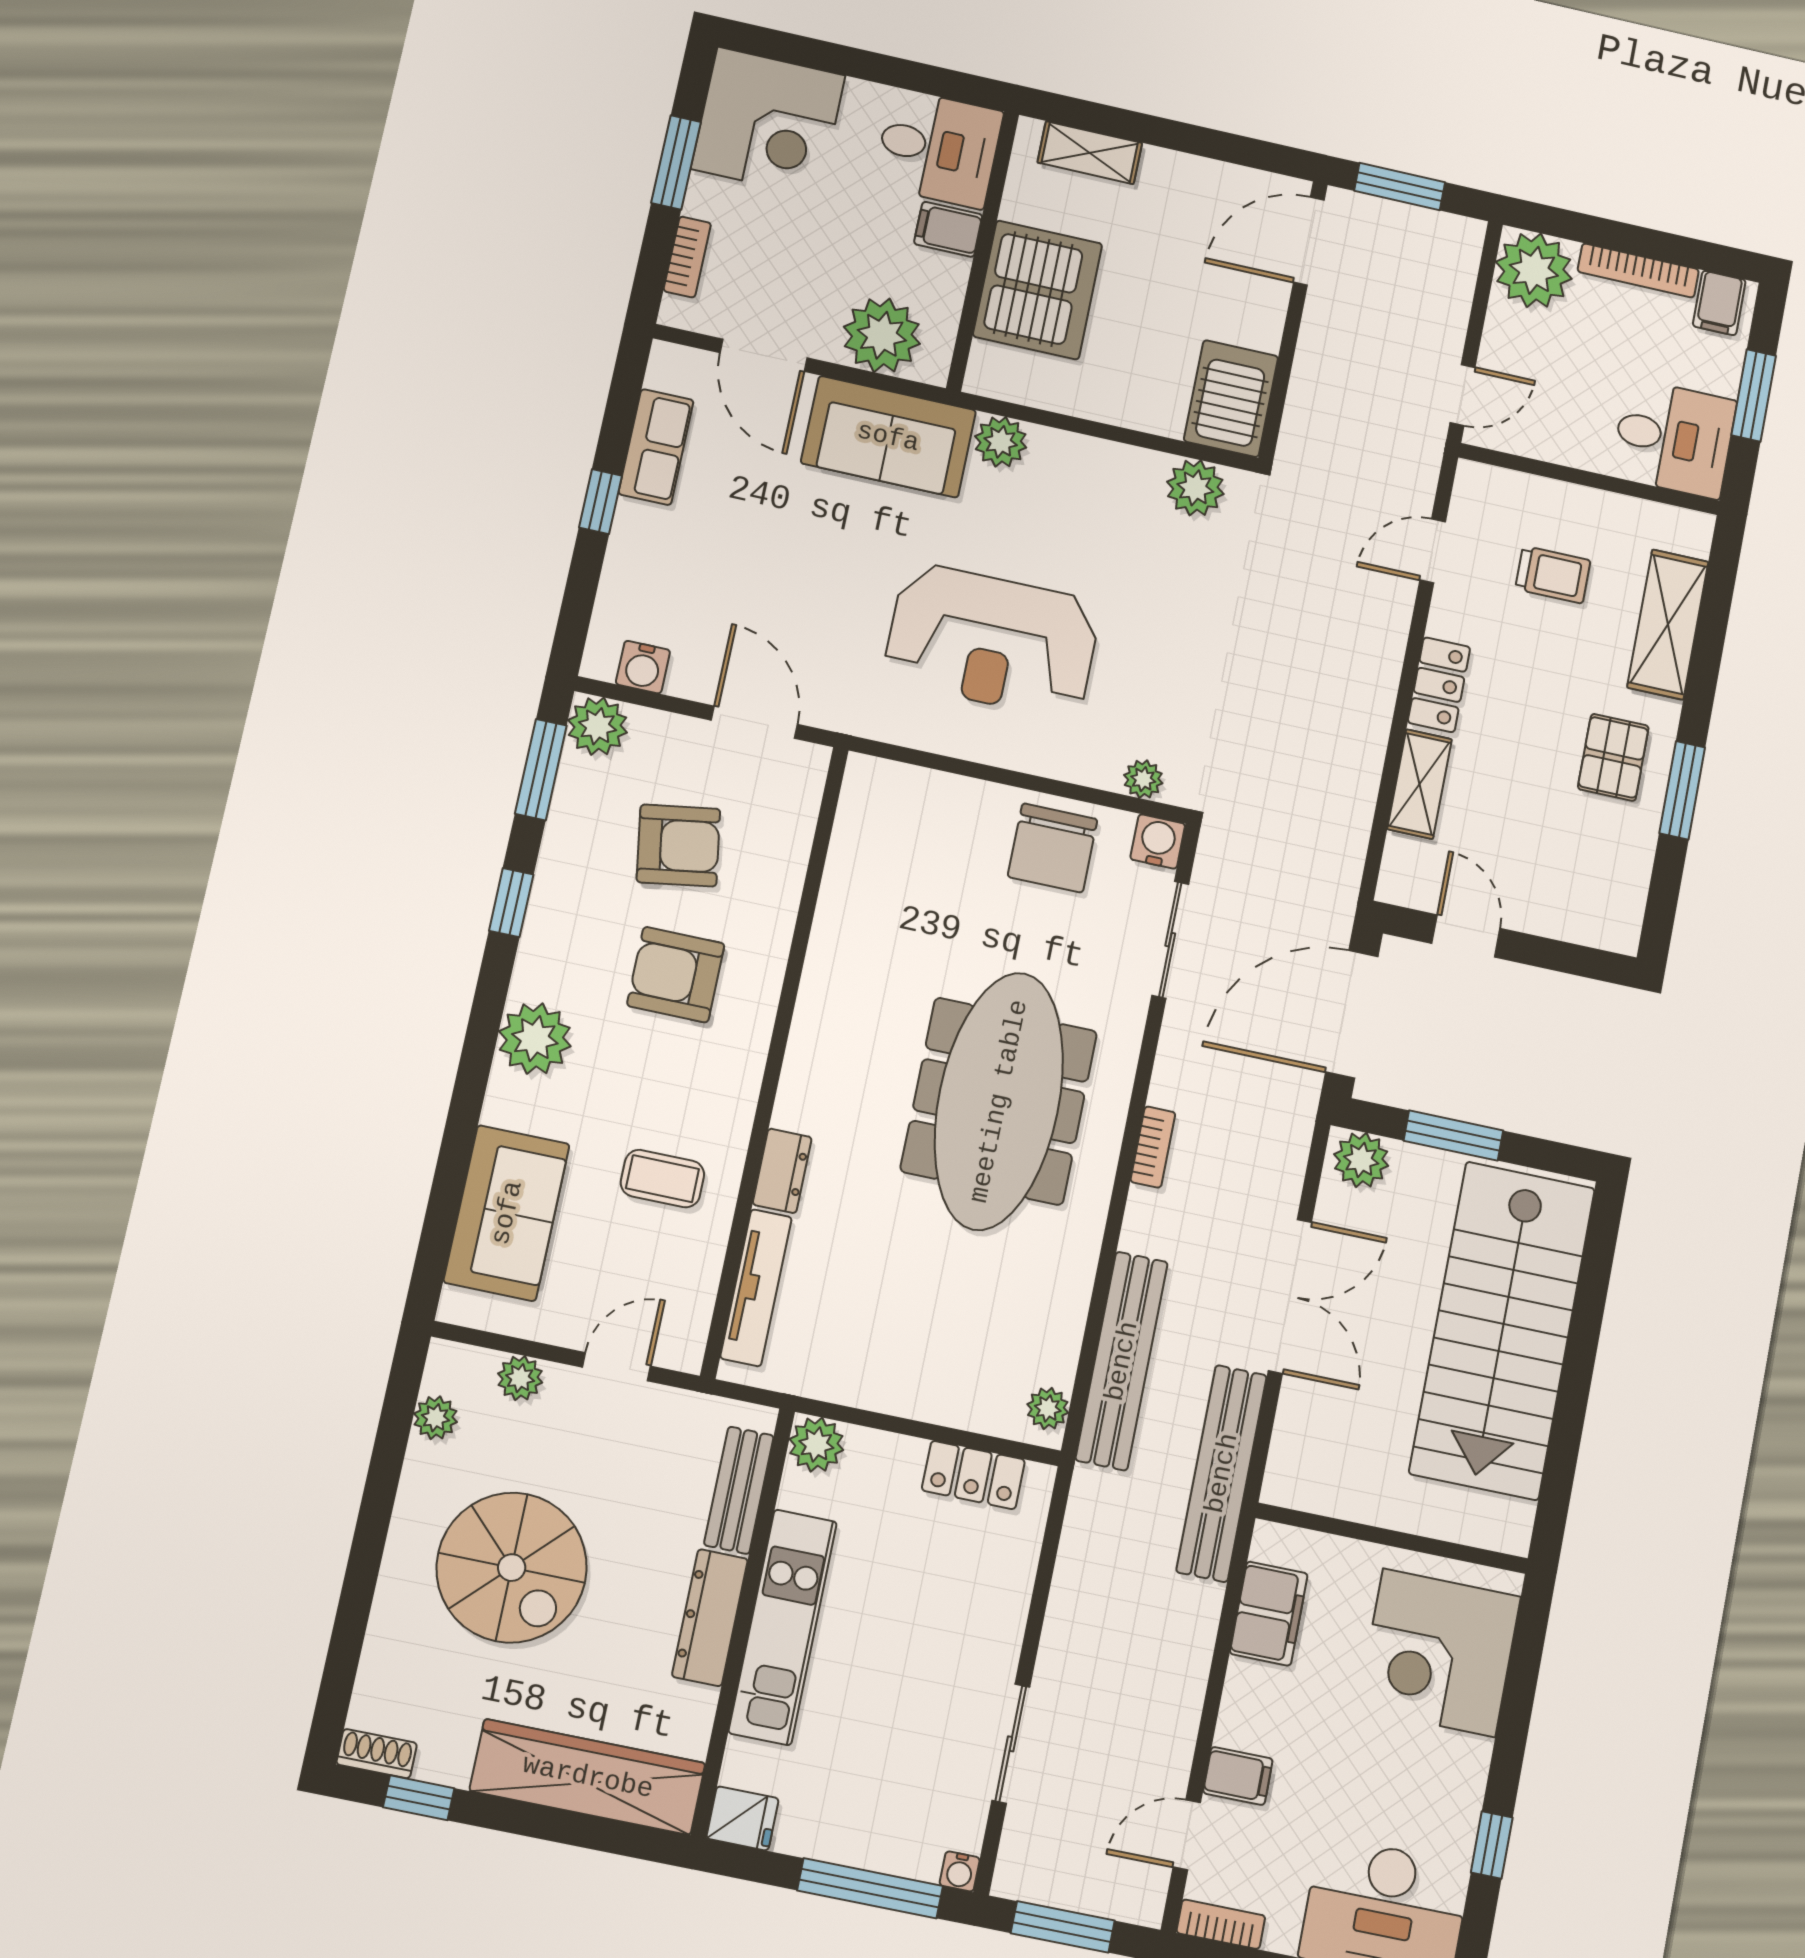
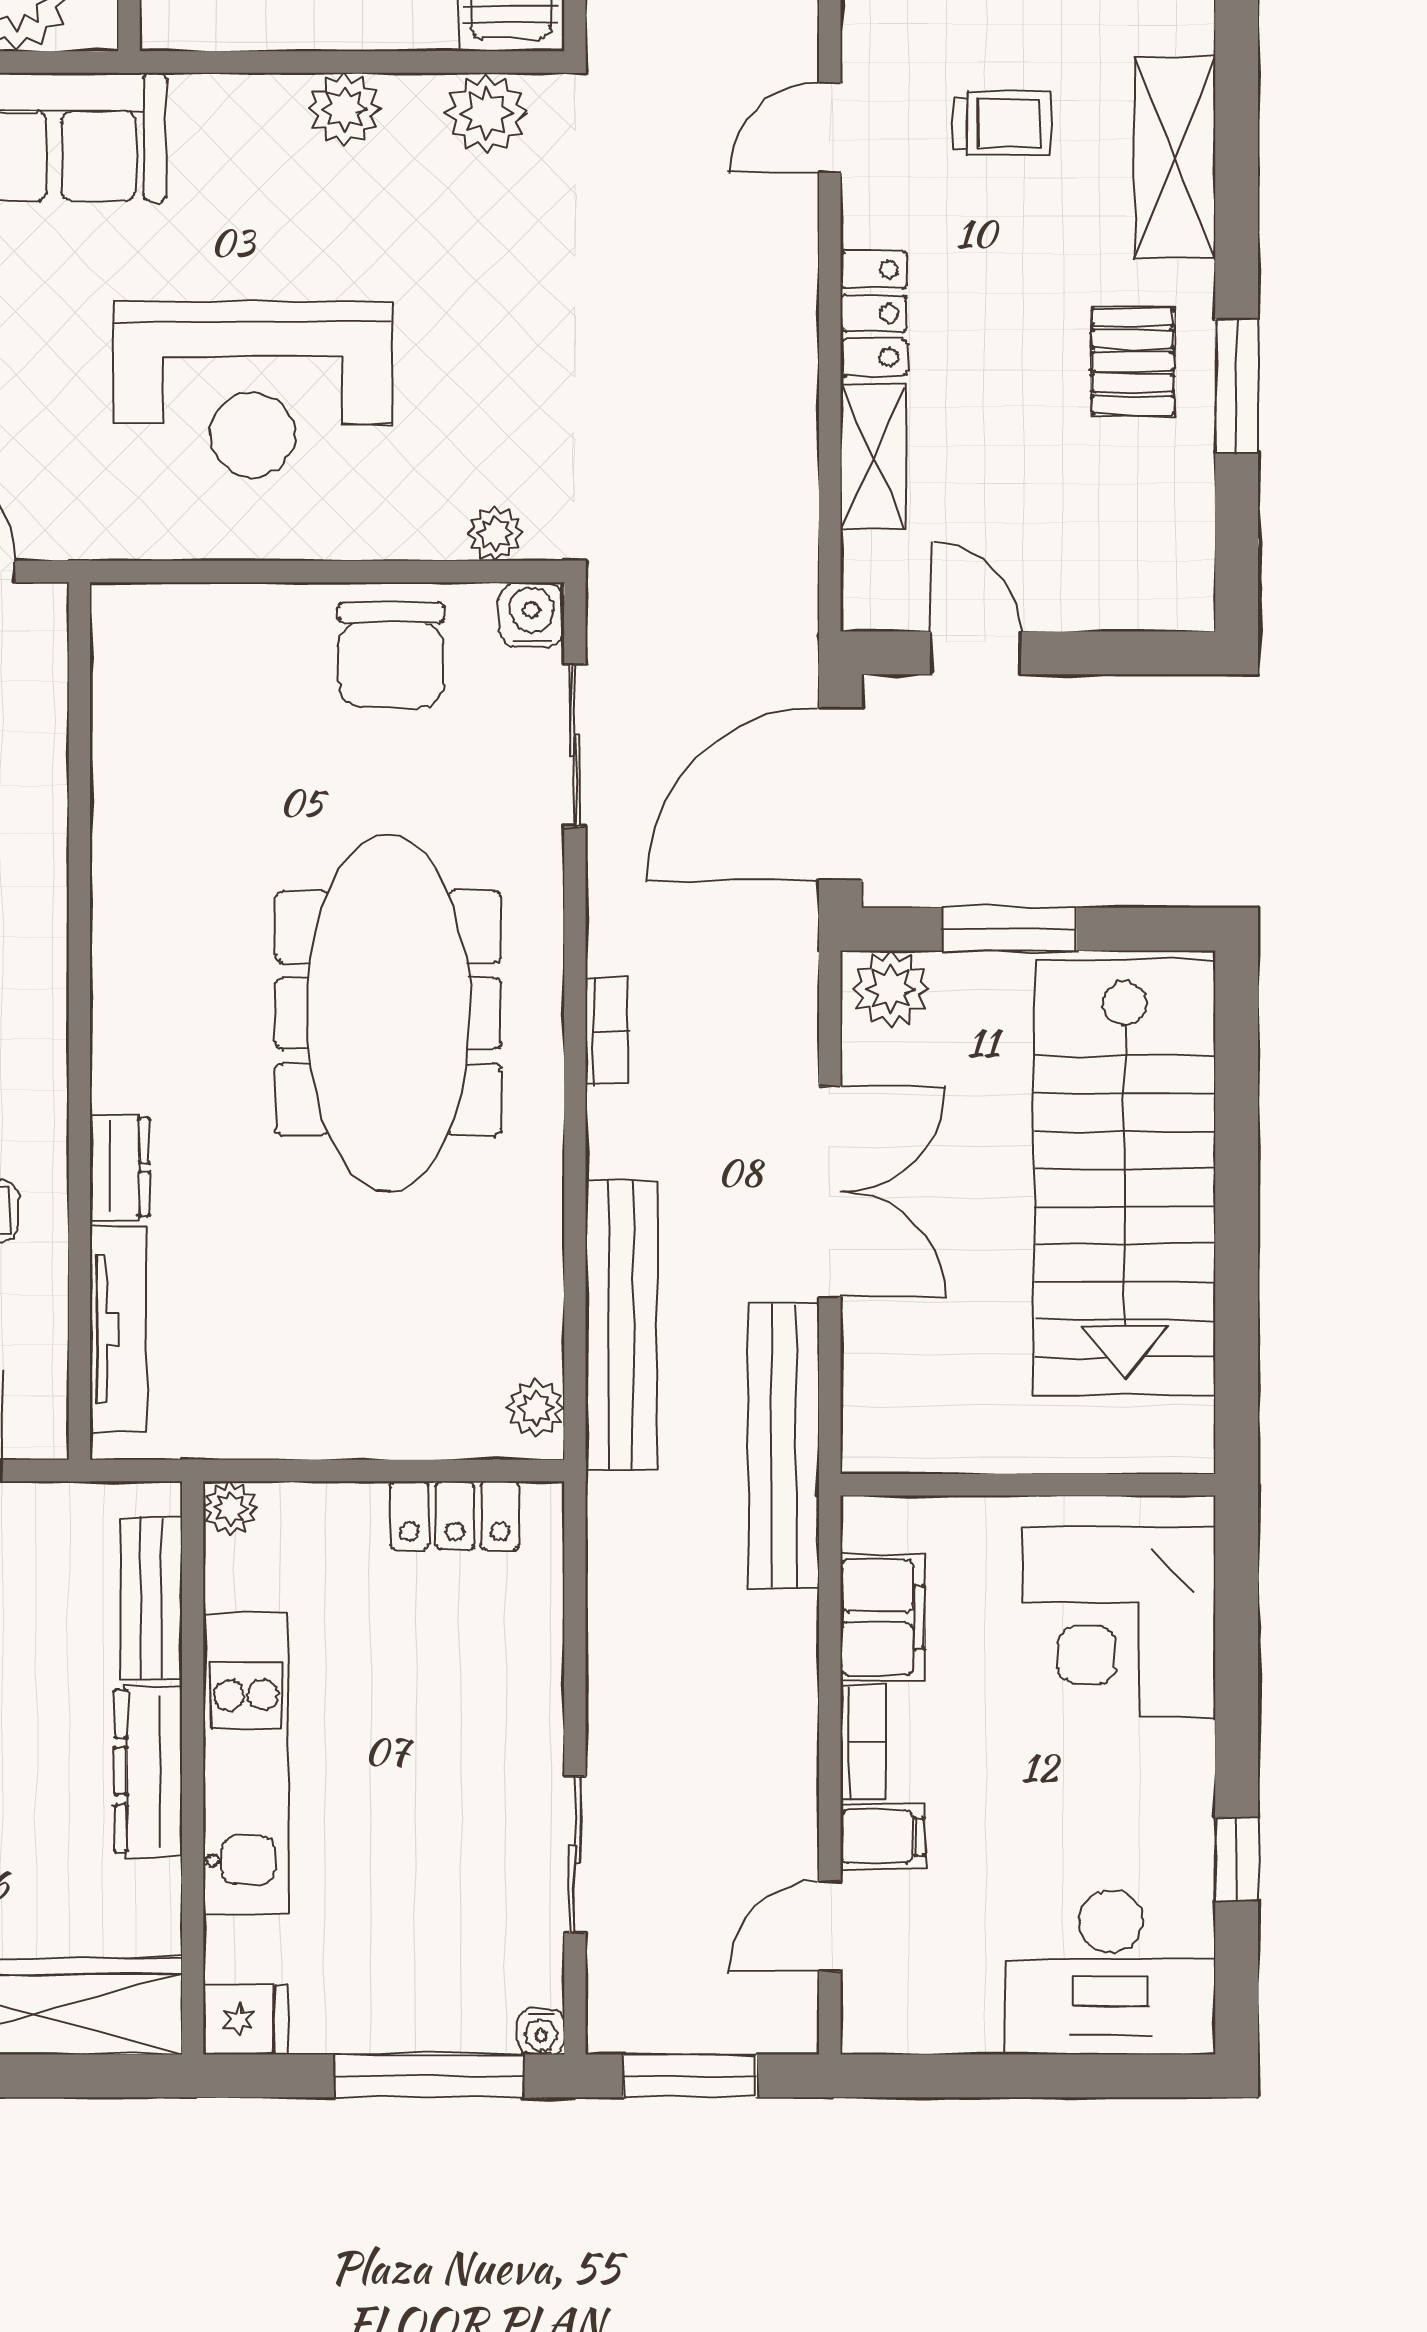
plant: (1001, 442) -> (345, 109), moved
plant: (816, 1445) -> (230, 1508), width x0.73, depth x0.73
bookcase: (1221, 1924) -> (863, 1743), moved, turned 90

